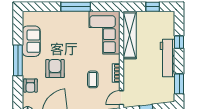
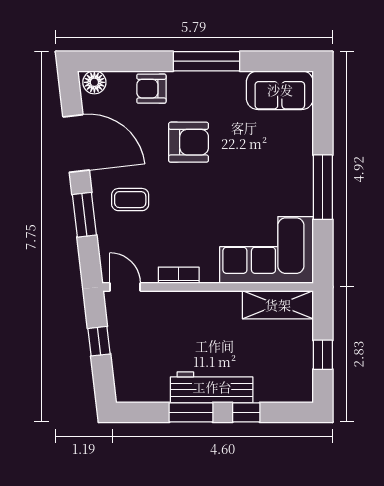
shelving: (130, 35) -> (278, 305), width x0.68
sofa: (31, 41) -> (280, 90), moved
coffee table: (93, 79) -> (130, 200), moved
window: (179, 84) -> (191, 412), moved

